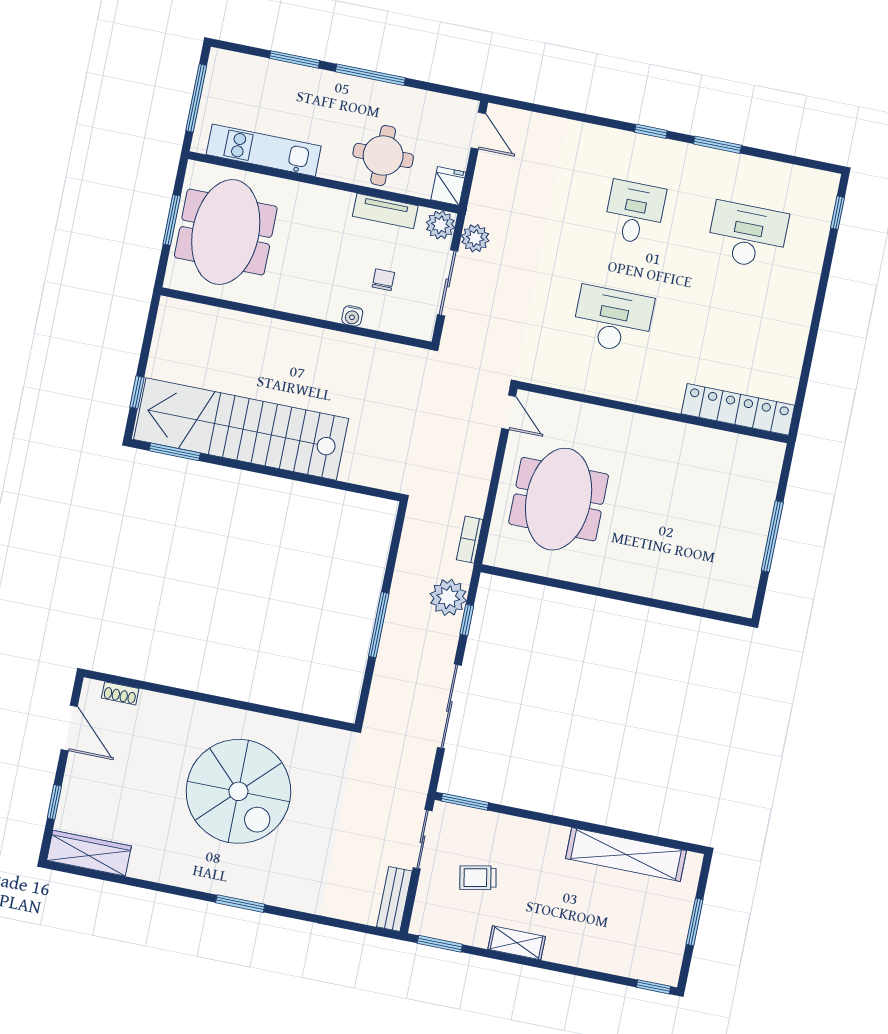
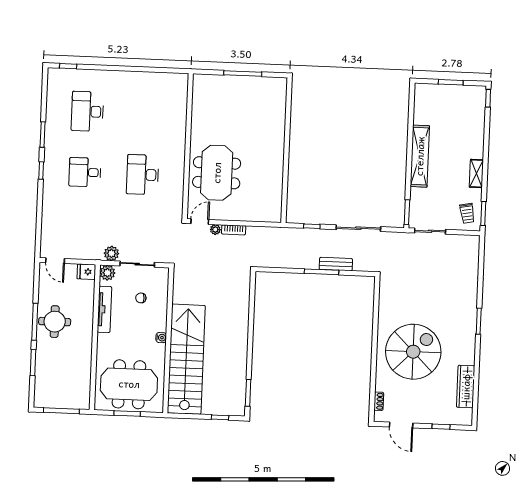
door: (478, 131) -> (55, 261), swing flipped
kitchen unit: (264, 150) -> (83, 371), removed
round table: (383, 155) -> (55, 322), moved
tv unit: (385, 211) -> (104, 309), width x1.41
water cooler: (352, 316) -> (161, 338), moved
locker: (738, 409) -> (179, 102), removed
stairs: (241, 429) -> (186, 359), moved, turned 180
meeting table: (559, 499) -> (217, 173), moved, turned 90
bookcase: (470, 540) -> (234, 230), moved
plant: (448, 597) -> (215, 230), moved, width x0.53, depth x0.53
door: (69, 728) -> (401, 425), swing flipped
spiral stairs: (238, 791) -> (413, 352), moved
wardrobe: (89, 853) -> (466, 387), moved
shelving: (626, 855) -> (420, 156), moved
trolley: (478, 878) -> (467, 213), moved
bench: (394, 899) -> (336, 264), moved

